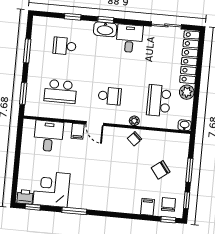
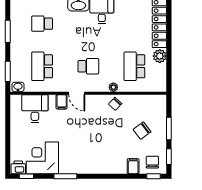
school desk: (60, 91) -> (42, 66), turned 90
washbasin: (185, 125) -> (18, 87), moved

